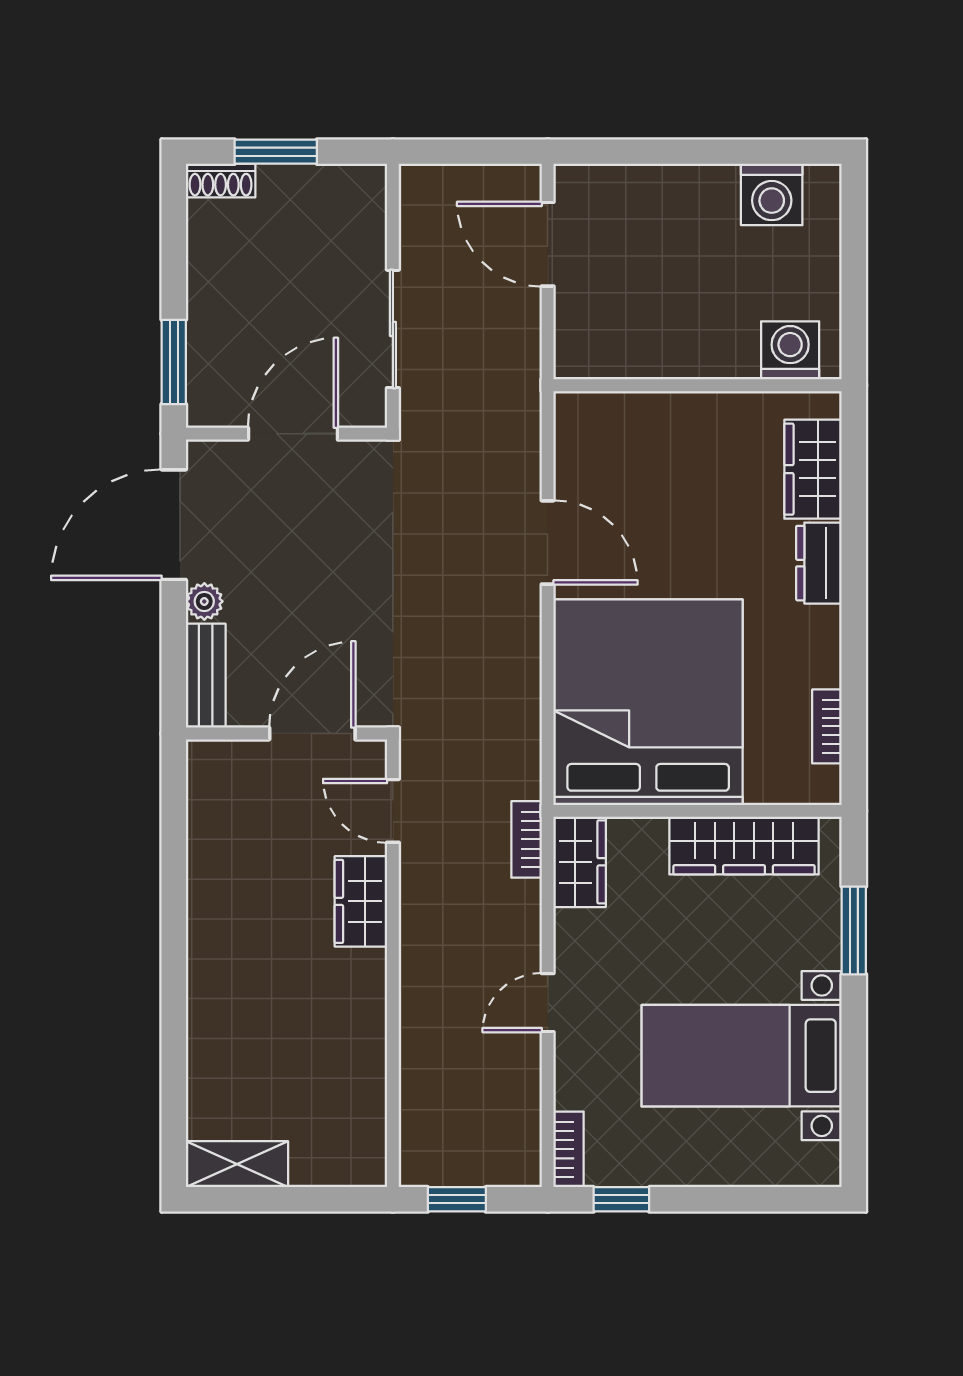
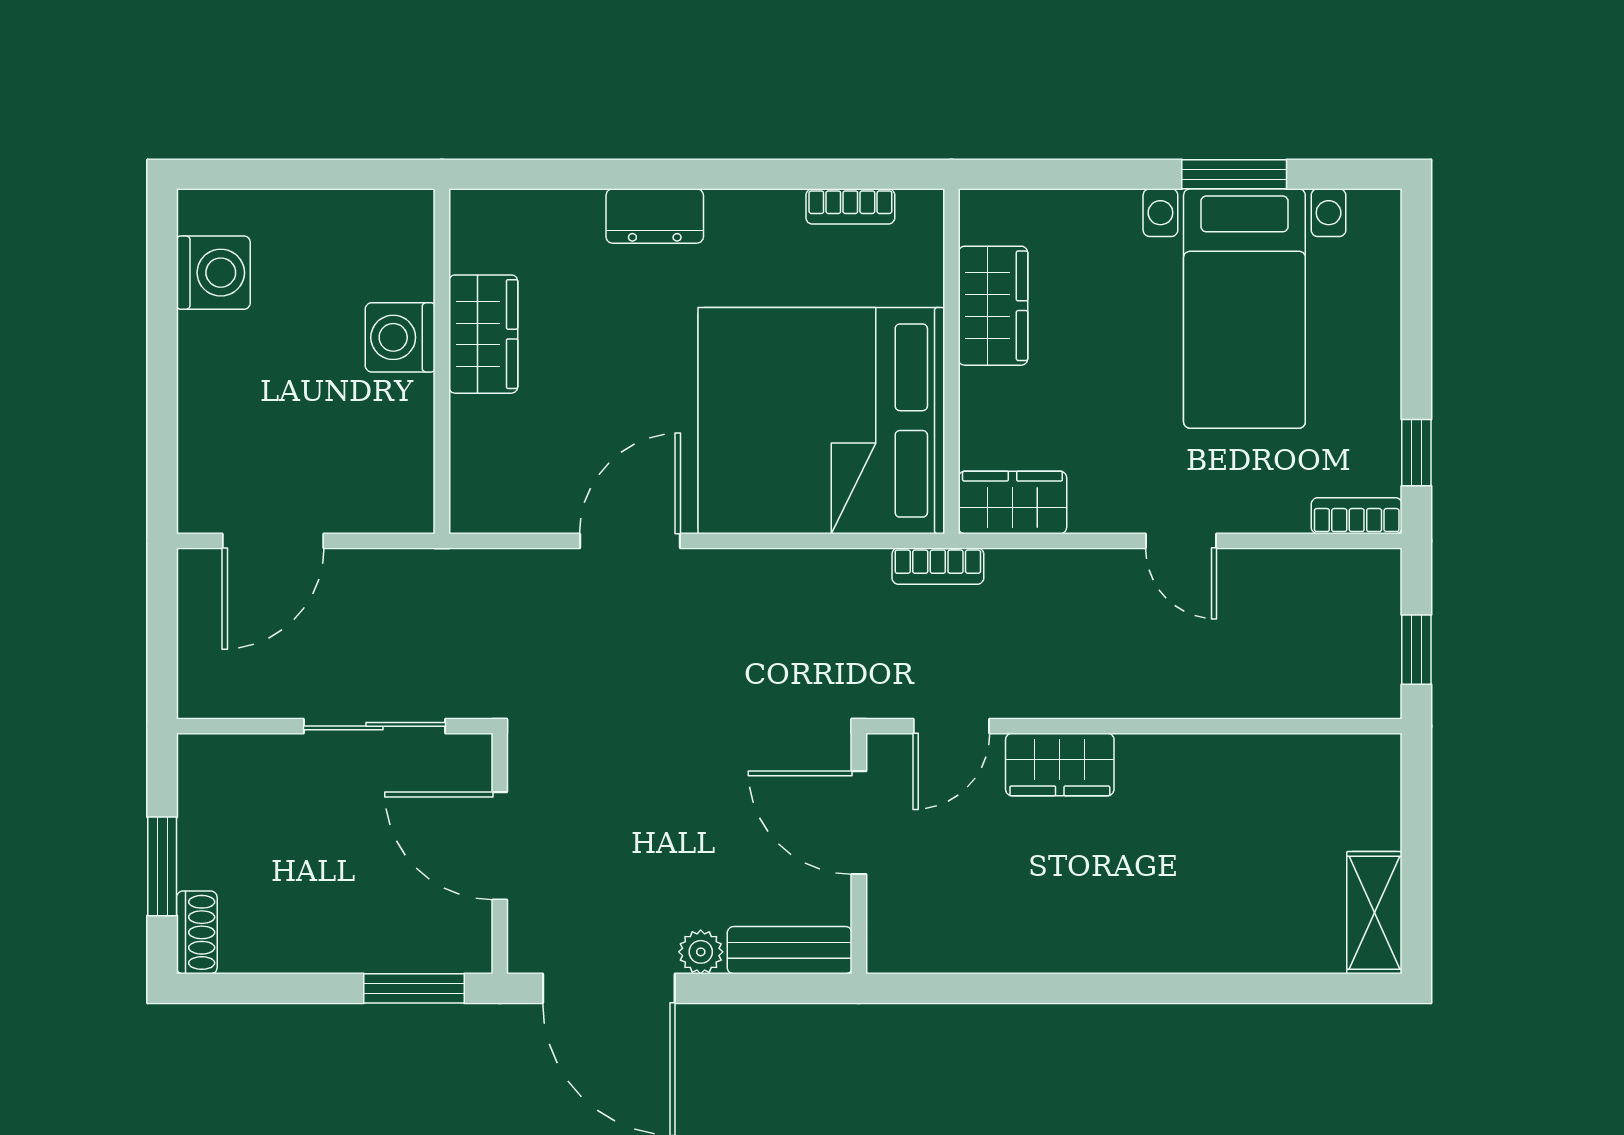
washing machine: (790, 350) -> (400, 337), moved
wardrobe: (813, 469) -> (483, 334), moved, turned -90
bookcase: (527, 839) -> (938, 566), moved
wardrobe: (744, 846) -> (993, 306), width x0.67
window: (854, 930) -> (1234, 174), moved

